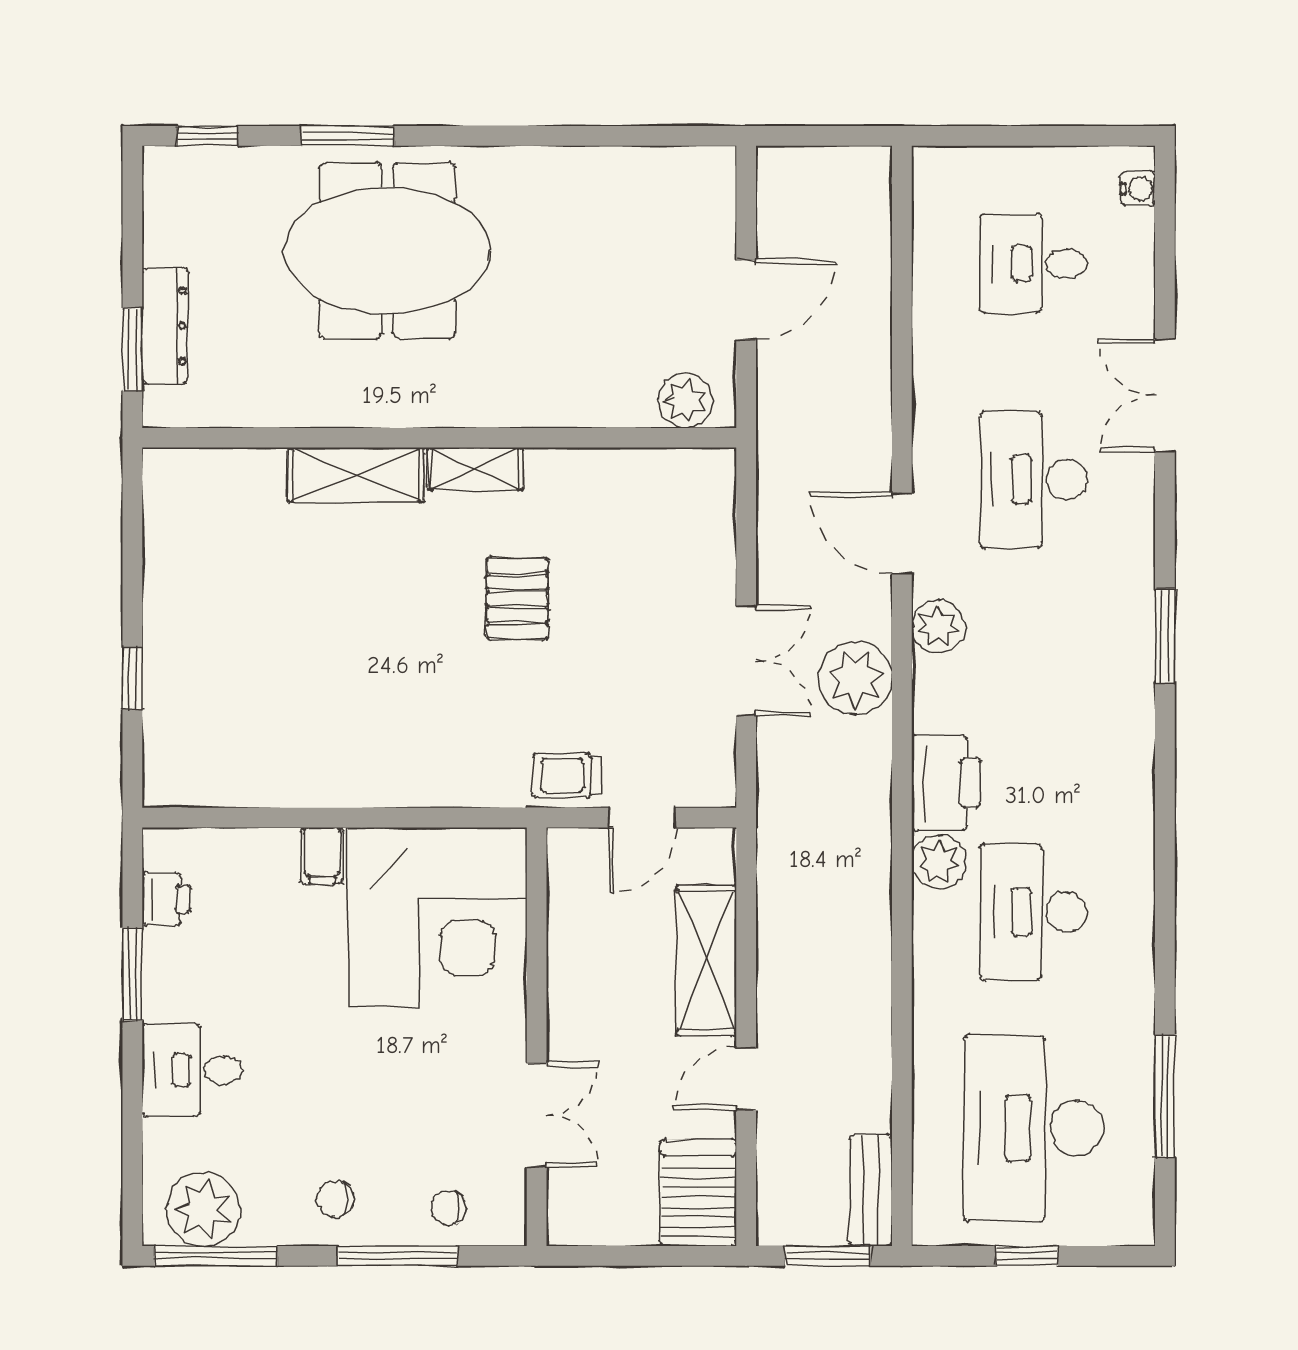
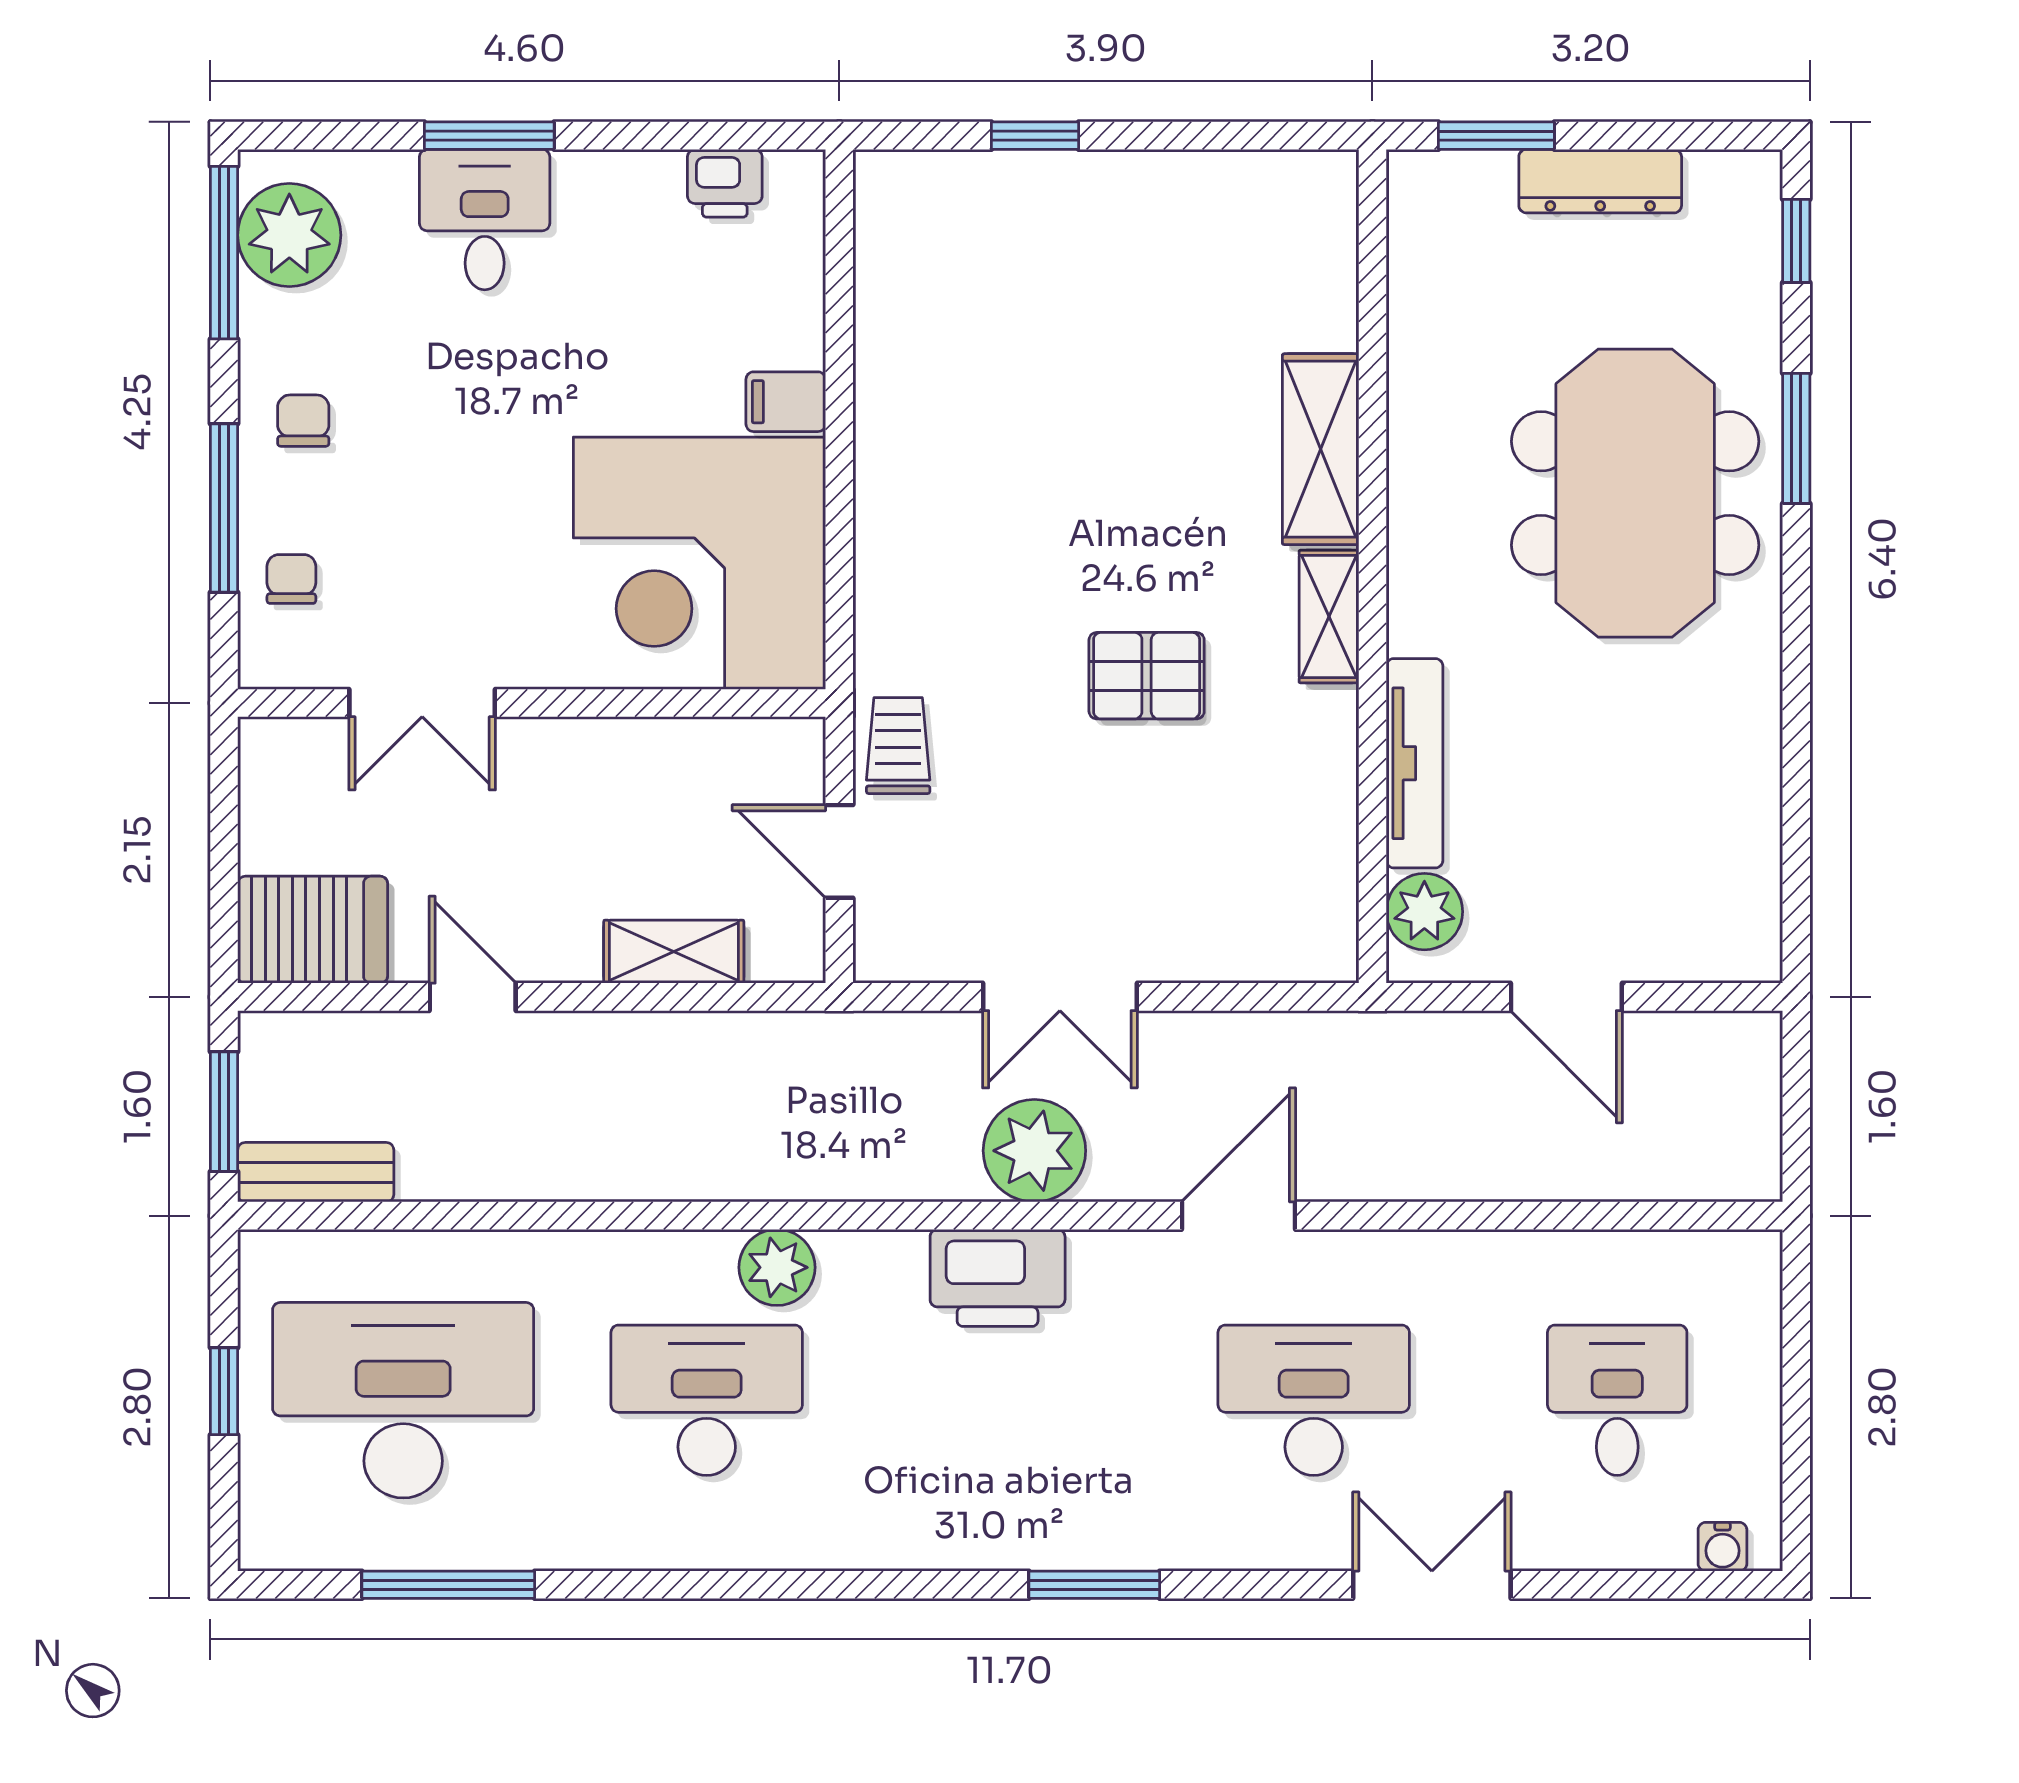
dresser: (165, 326) -> (1600, 181), moved
tv unit: (580, 408) -> (1414, 763), added
plant: (938, 626) -> (1108, 1267), removed
printer: (946, 783) -> (998, 1278), moved
shelving: (706, 960) -> (674, 952), width x0.67, depth x0.75
window: (132, 974) -> (489, 136), moved

